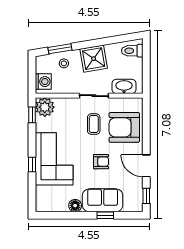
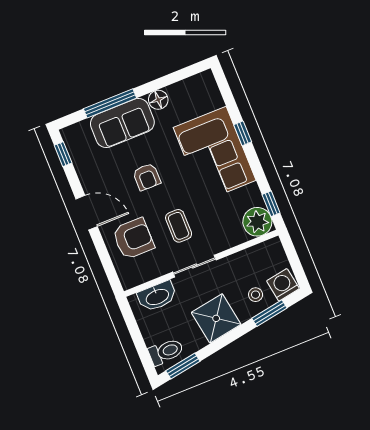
window: (125, 38) -> (183, 366), added
washing machine: (43, 82) -> (283, 285), moved, turned 81
armchair: (124, 127) -> (133, 239), width x0.73, depth x0.73
armchair: (101, 162) -> (147, 177), turned -90
door: (146, 166) -> (87, 213), moved
window: (105, 215) -> (110, 103), width x2.17

